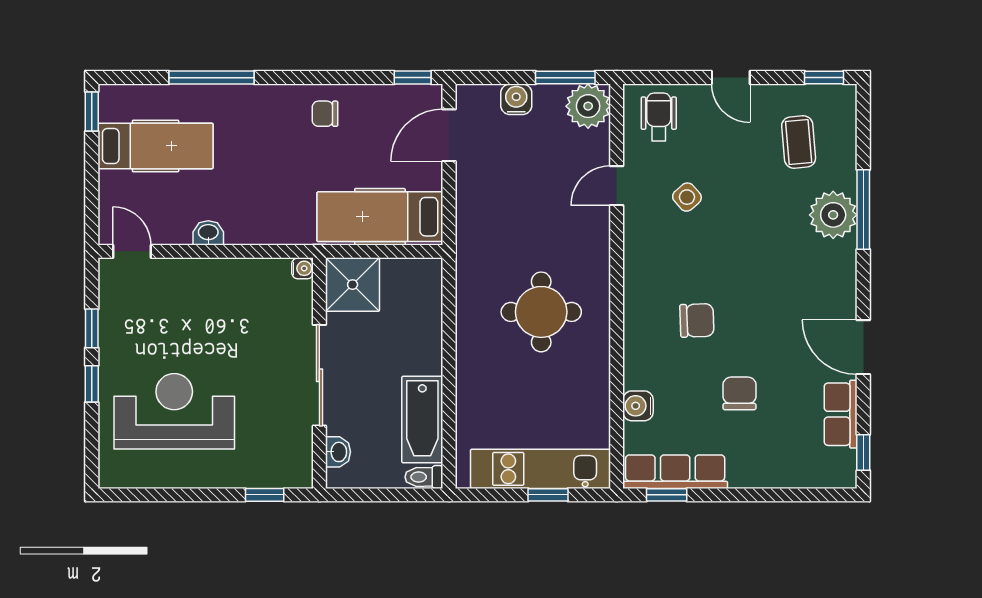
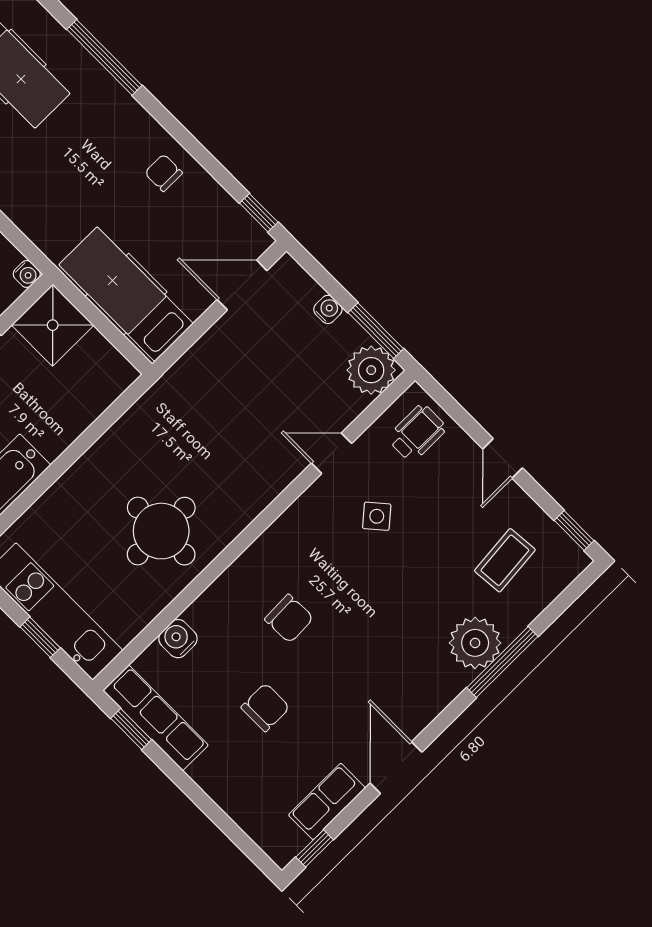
water cooler: (516, 99) -> (328, 309), width x0.72, depth x0.72
round table: (541, 312) -> (161, 531), moved

